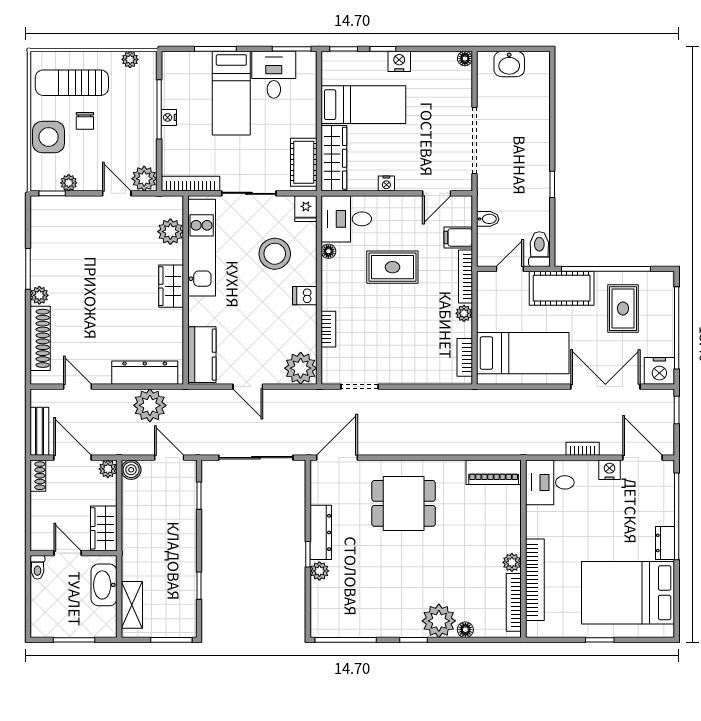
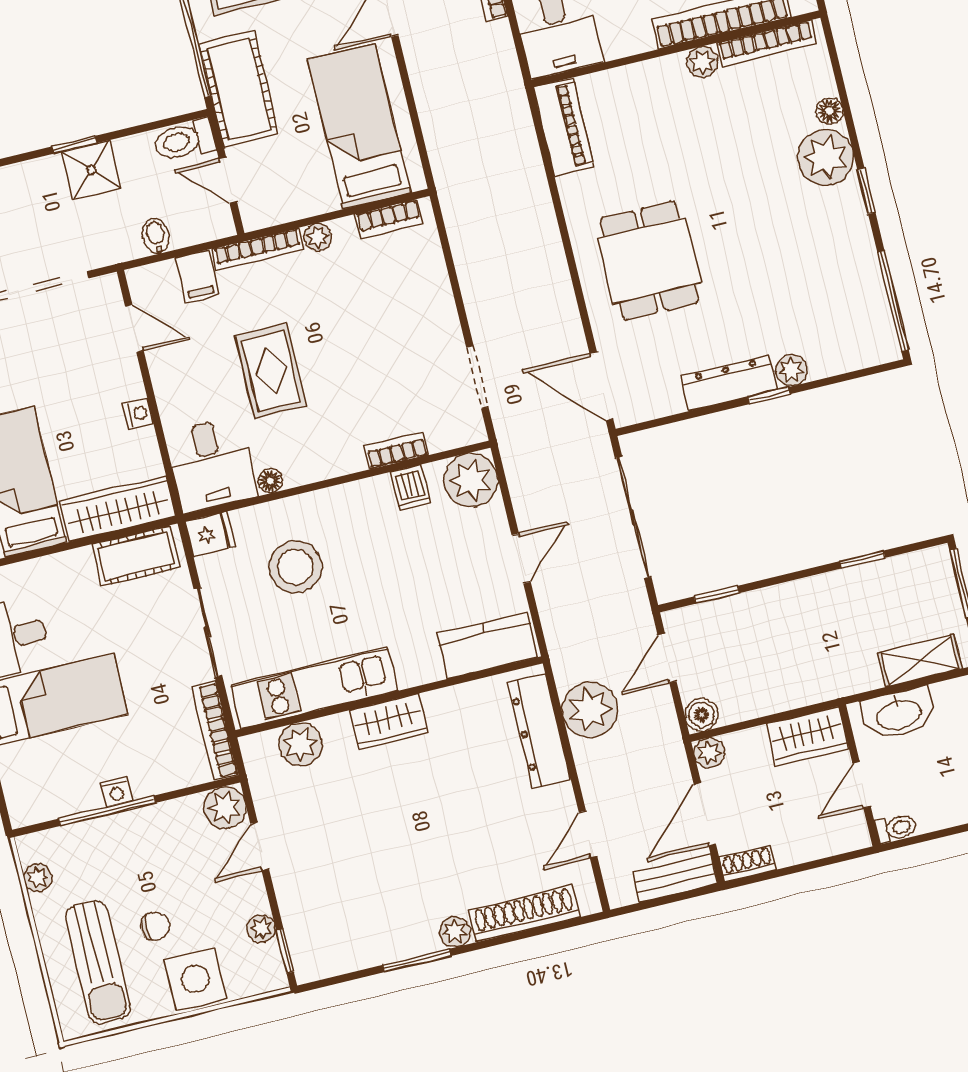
shower: (535, 191) -> (91, 170), added
dishwasher: (305, 296) -> (410, 488), moved

